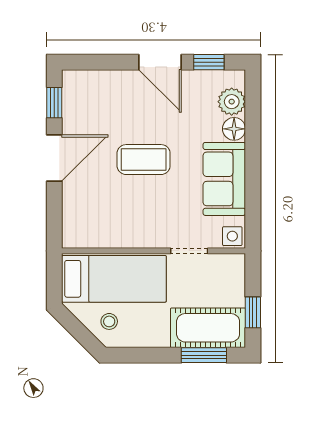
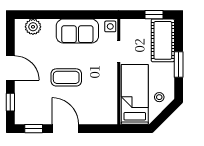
door: (160, 62) -> (10, 68), hinge flipped
window: (209, 62) -> (10, 102), moved
floor lamp: (234, 129) -> (49, 25), removed
coffee table: (144, 160) -> (66, 77), turned 90
window: (204, 355) -> (179, 64), moved

